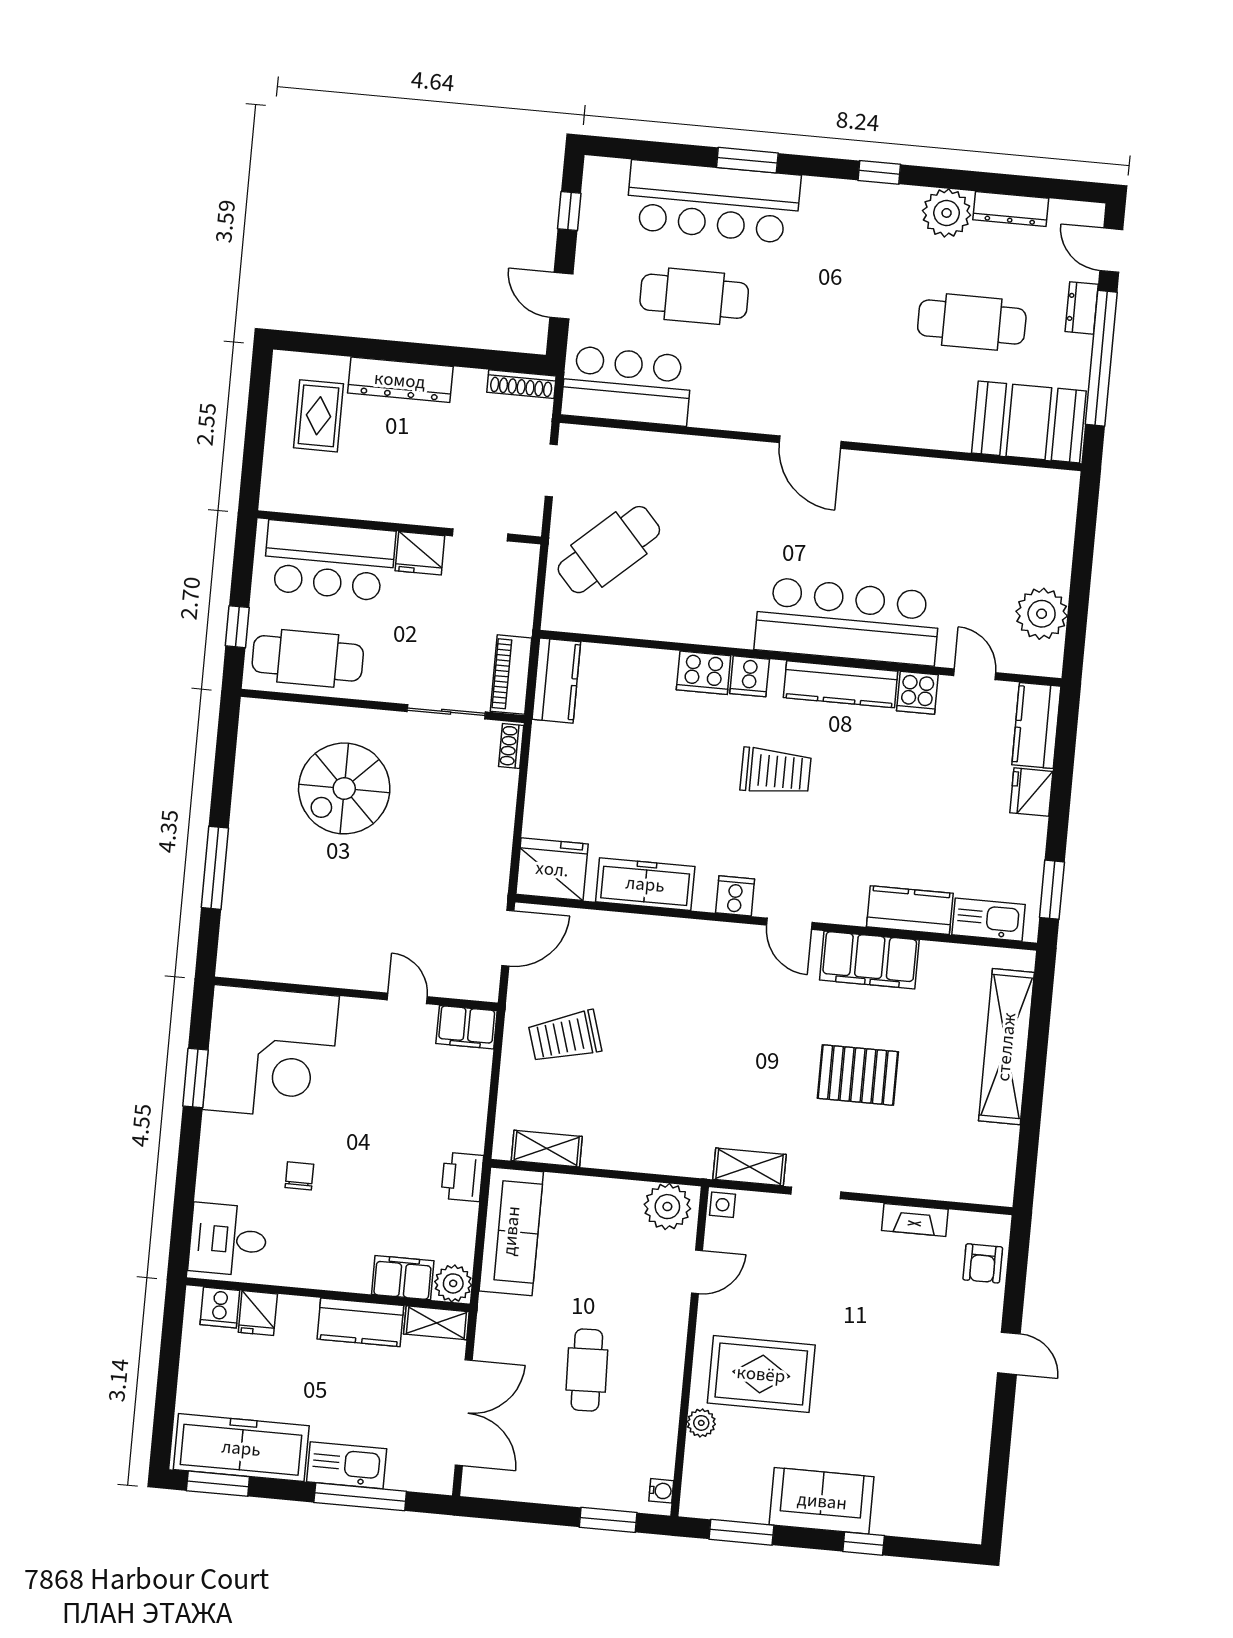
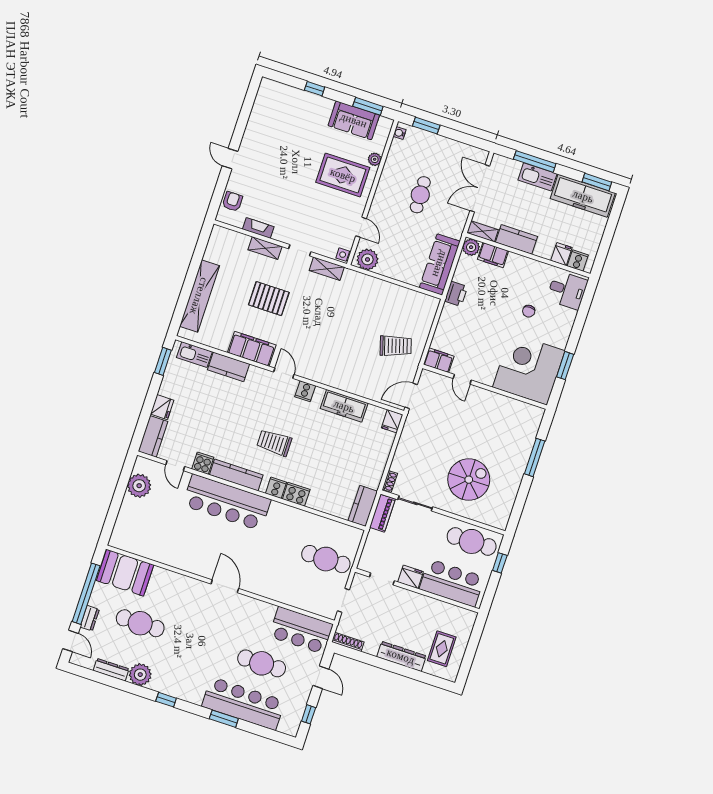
cafe table: (609, 550) -> (326, 559), turned 42
fridge: (552, 869) -> (392, 421), width x0.53, depth x0.75
shelving: (547, 1149) -> (265, 248), moved
door: (697, 1272) -> (361, 227), swing flipped
sofa: (822, 1501) -> (354, 120), moved

